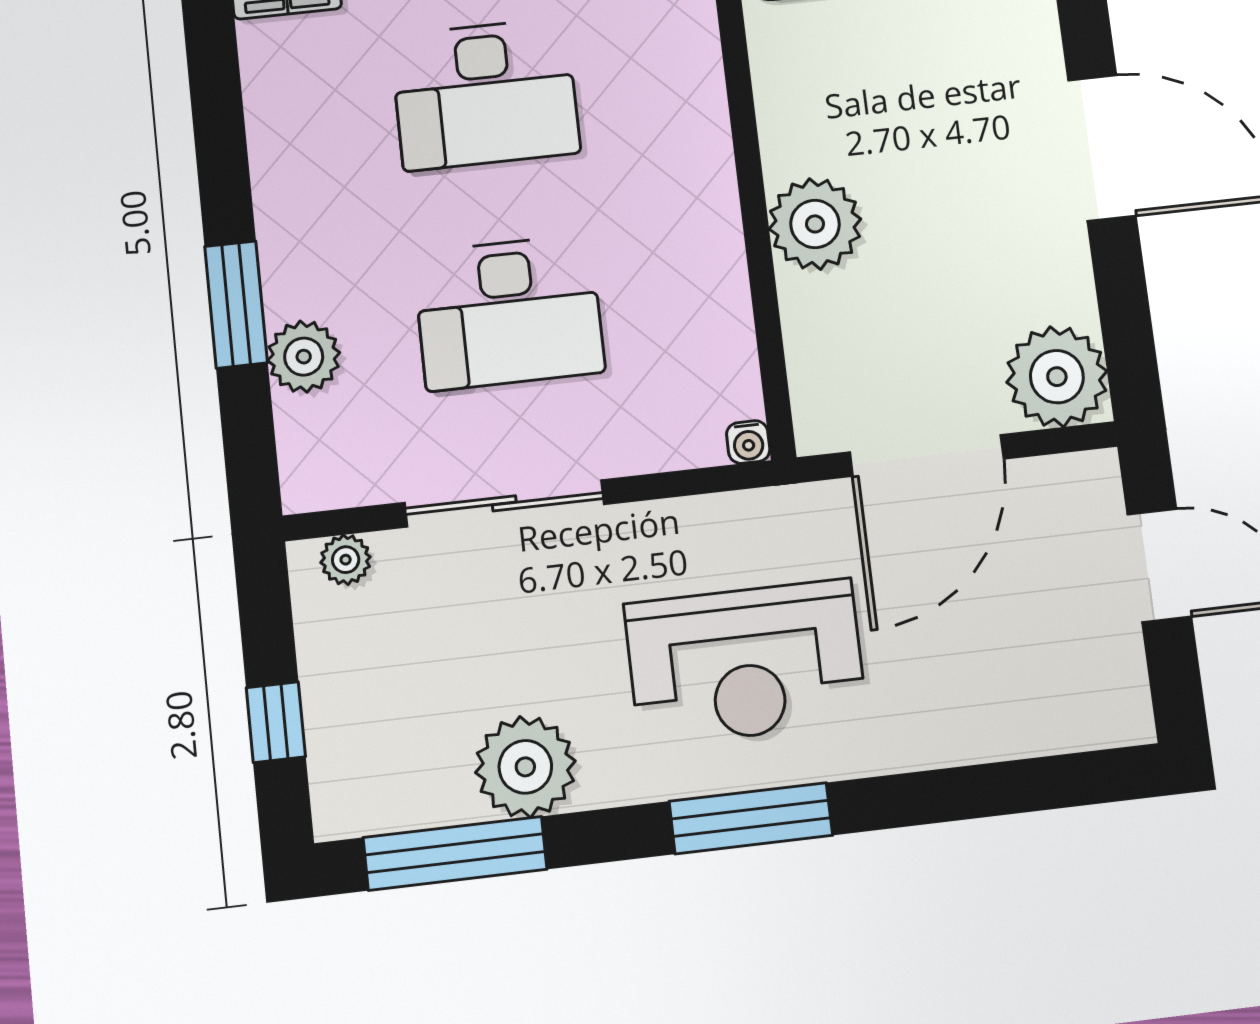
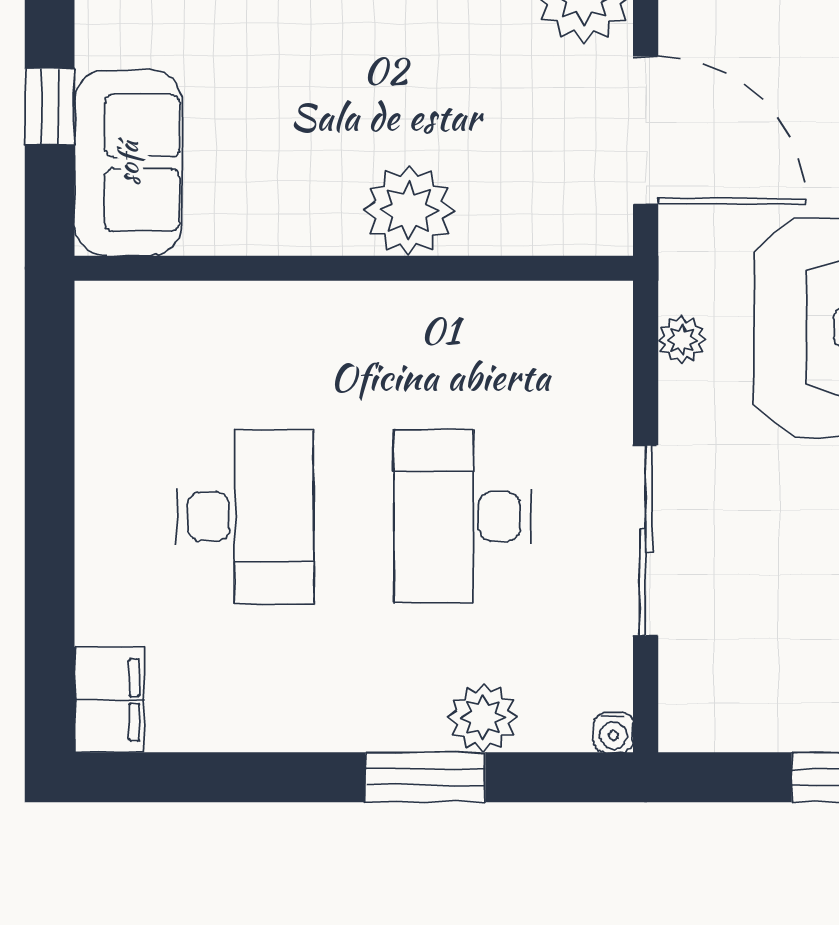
desk: (509, 313) -> (462, 516), turned 180
water cooler: (748, 442) -> (613, 733), moved, turned 90
plant: (346, 560) -> (682, 340), moved

